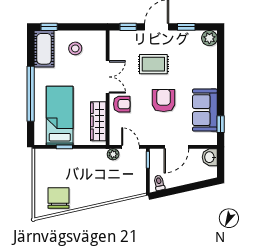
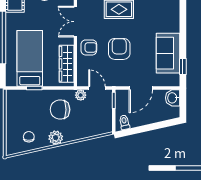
double door: (108, 77) -> (75, 22), swing flipped
armchair: (164, 100) -> (119, 49), moved
chair: (91, 169) -> (60, 110), added
chair: (59, 198) -> (29, 137), width x0.54, depth x0.54
plant: (87, 199) -> (56, 138), added

